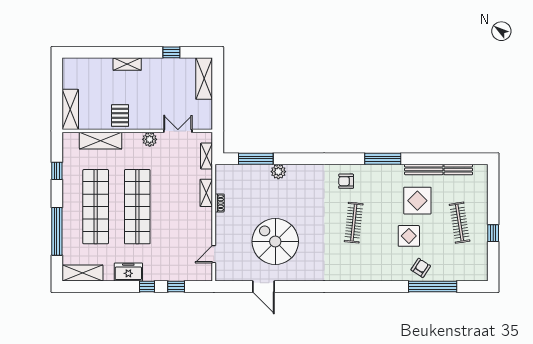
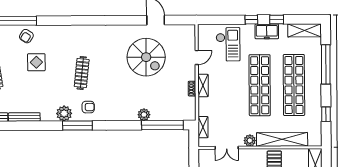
shelving: (101, 141) -> (282, 139), width x1.47
window: (256, 159) -> (162, 125), width x1.46
window: (383, 159) -> (77, 126), moved
plant: (375, 174) -> (64, 113), added
shelving: (206, 193) -> (203, 85), moved
display table: (417, 201) -> (29, 91), removed
door: (214, 254) -> (197, 58), moved
checkout: (176, 257) -> (228, 44), added
window: (176, 286) -> (277, 19), moved

